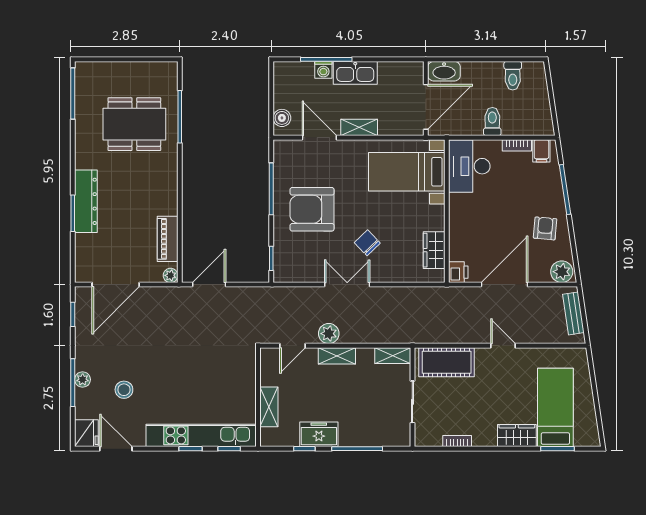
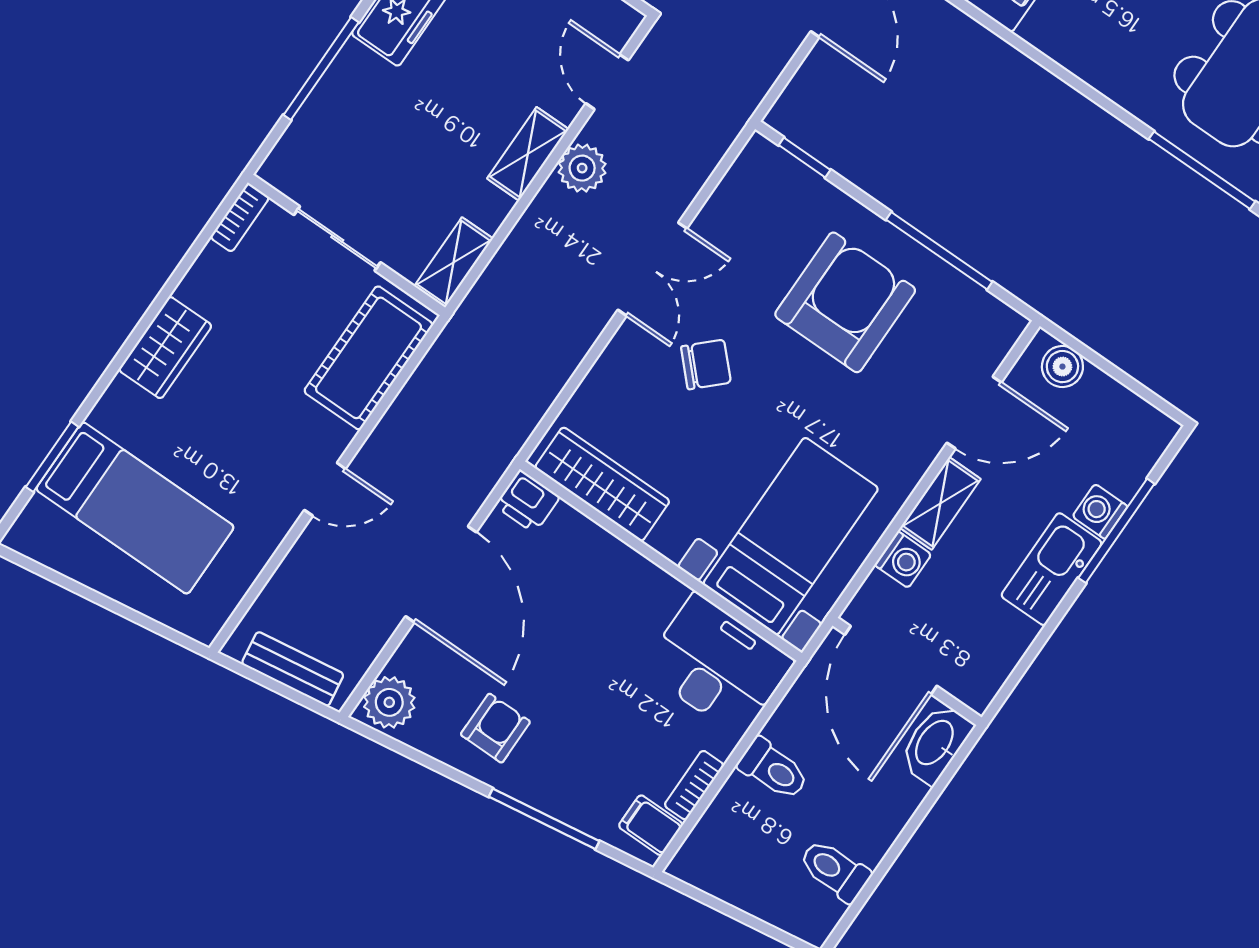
washing machine: (388, 127) -> (903, 560), added
armchair: (545, 228) -> (495, 728), turned -95
wardrobe: (434, 250) -> (602, 484), width x1.50
wardrobe: (517, 436) -> (165, 348), moved
bookcase: (457, 441) -> (240, 217), moved

